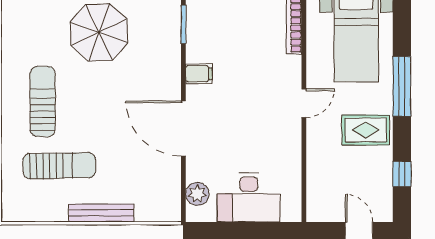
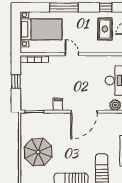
rug: (366, 130) -> (105, 29), moved

